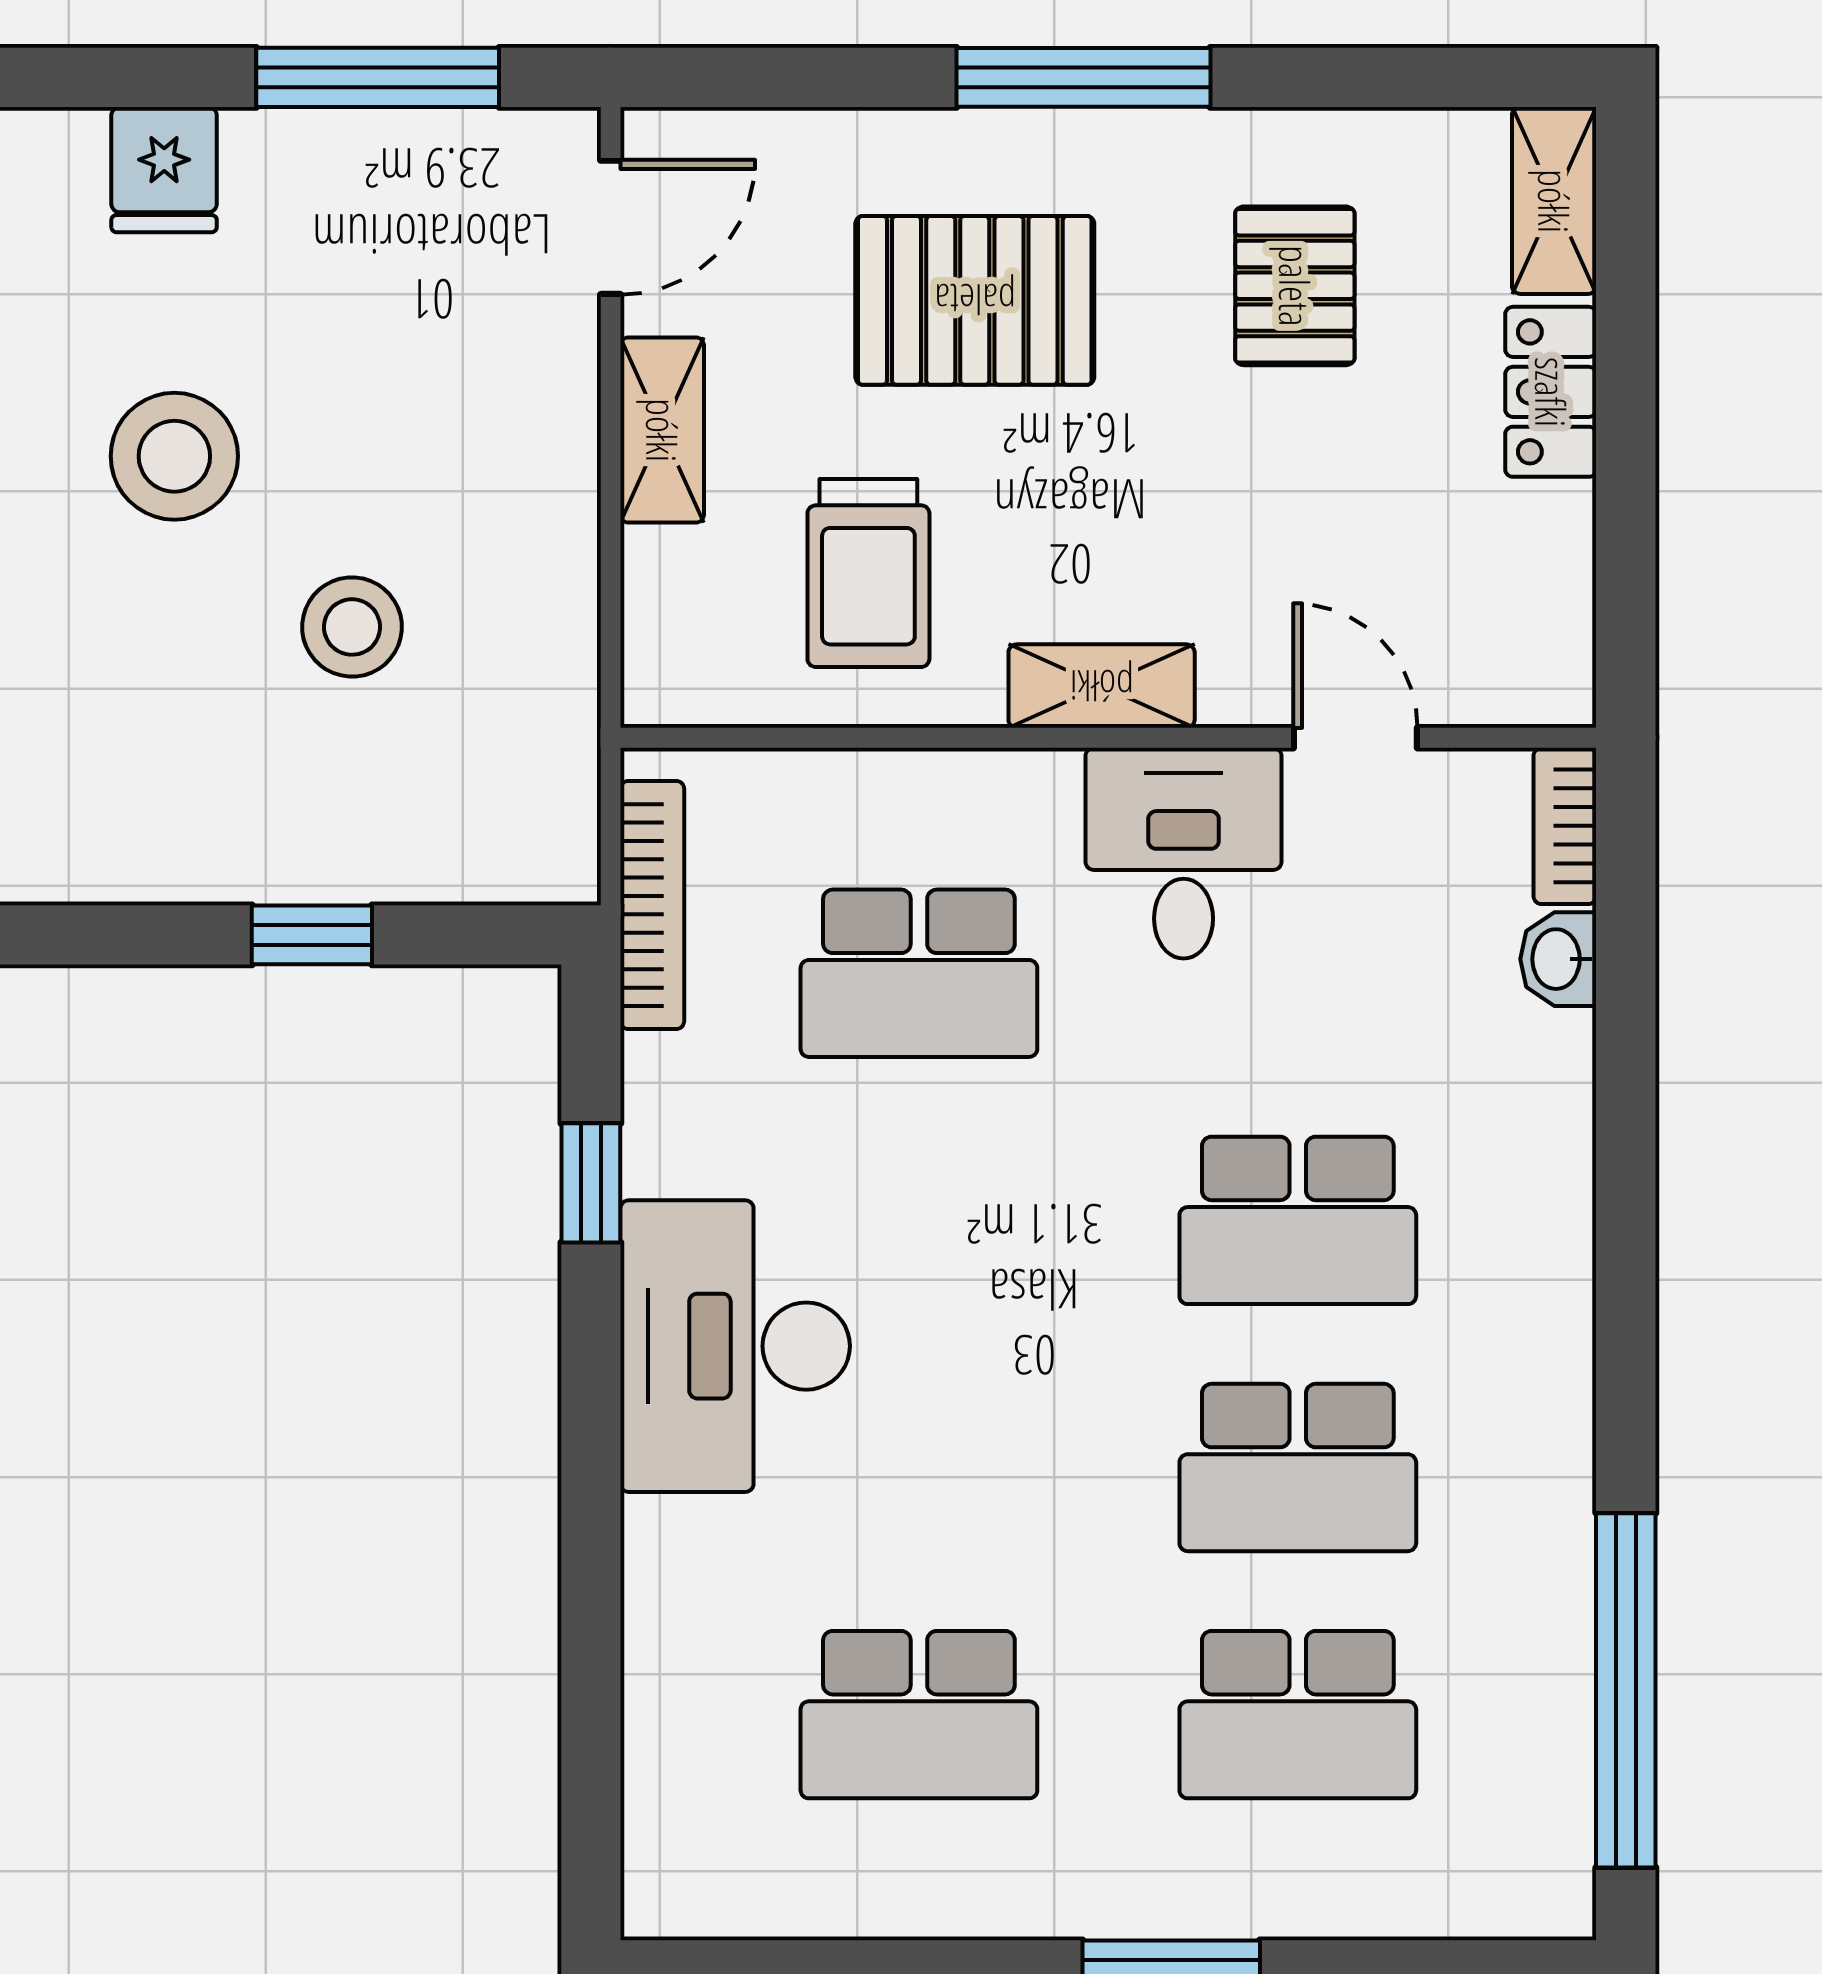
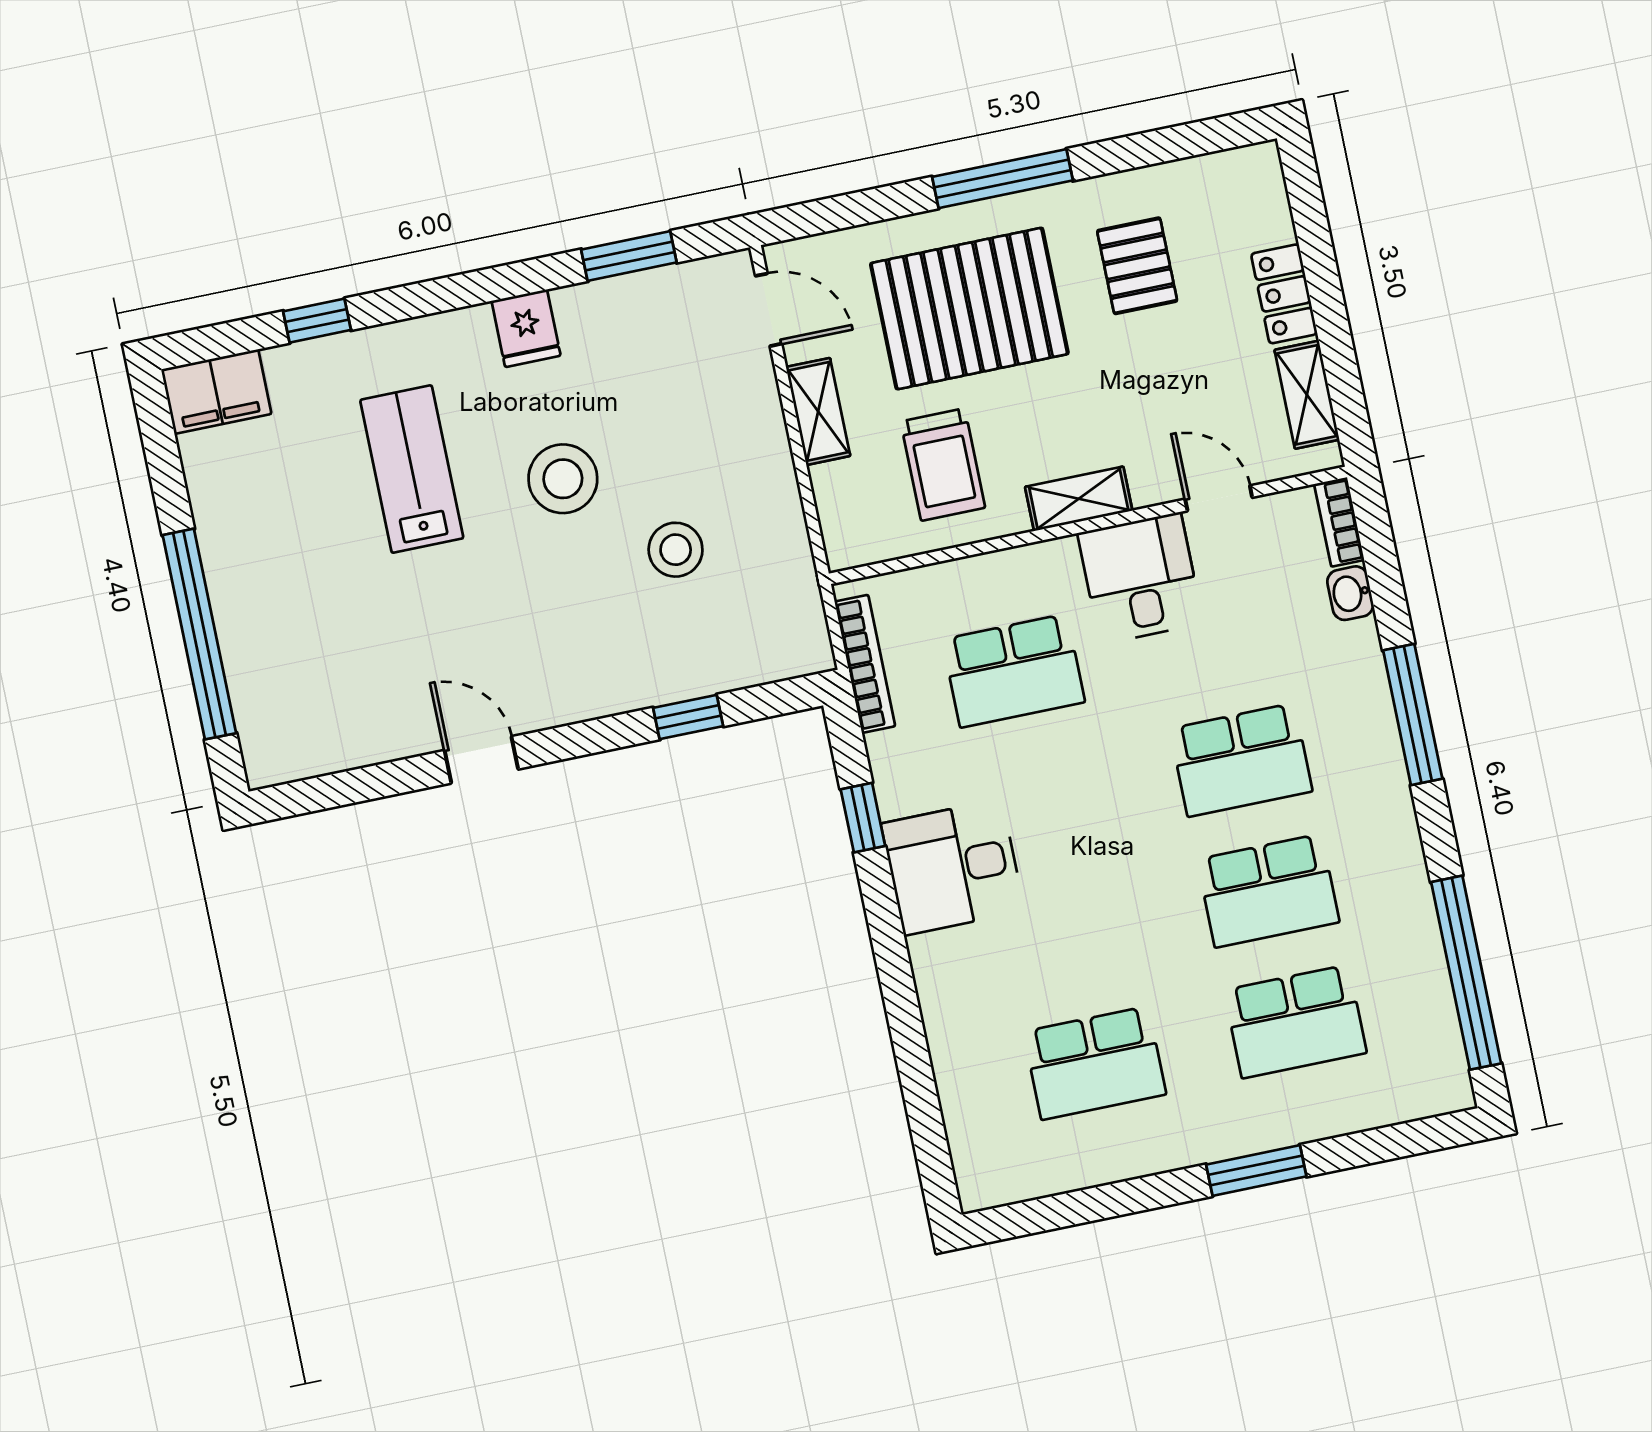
window: (378, 77) -> (629, 256), width x0.69
shelving: (1554, 201) -> (1307, 395), moved
door: (611, 227) -> (769, 310), hinge flipped
pallet: (975, 300) -> (969, 309), width x1.37, depth x1.41
window: (1626, 1202) -> (1413, 715), added
desk: (735, 1346) -> (953, 867), width x0.73

